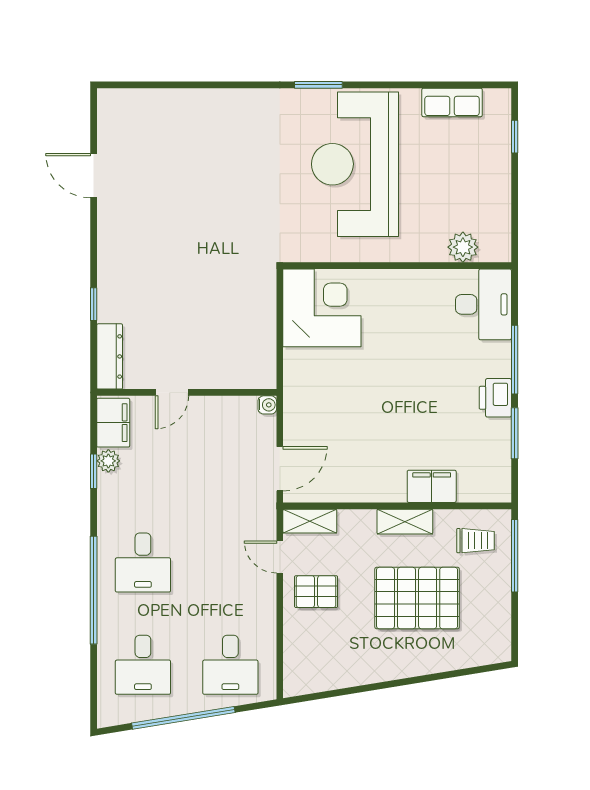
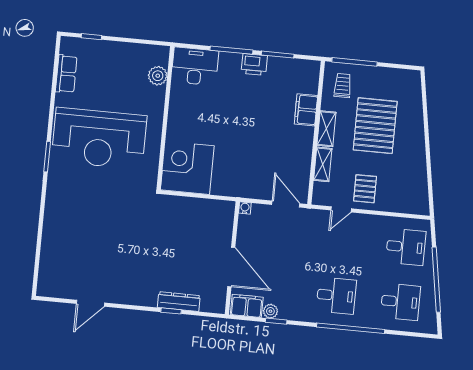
dresser: (110, 356) -> (179, 302), moved
door: (172, 392) -> (231, 267), width x1.87
shelving: (310, 521) -> (323, 164), moved

